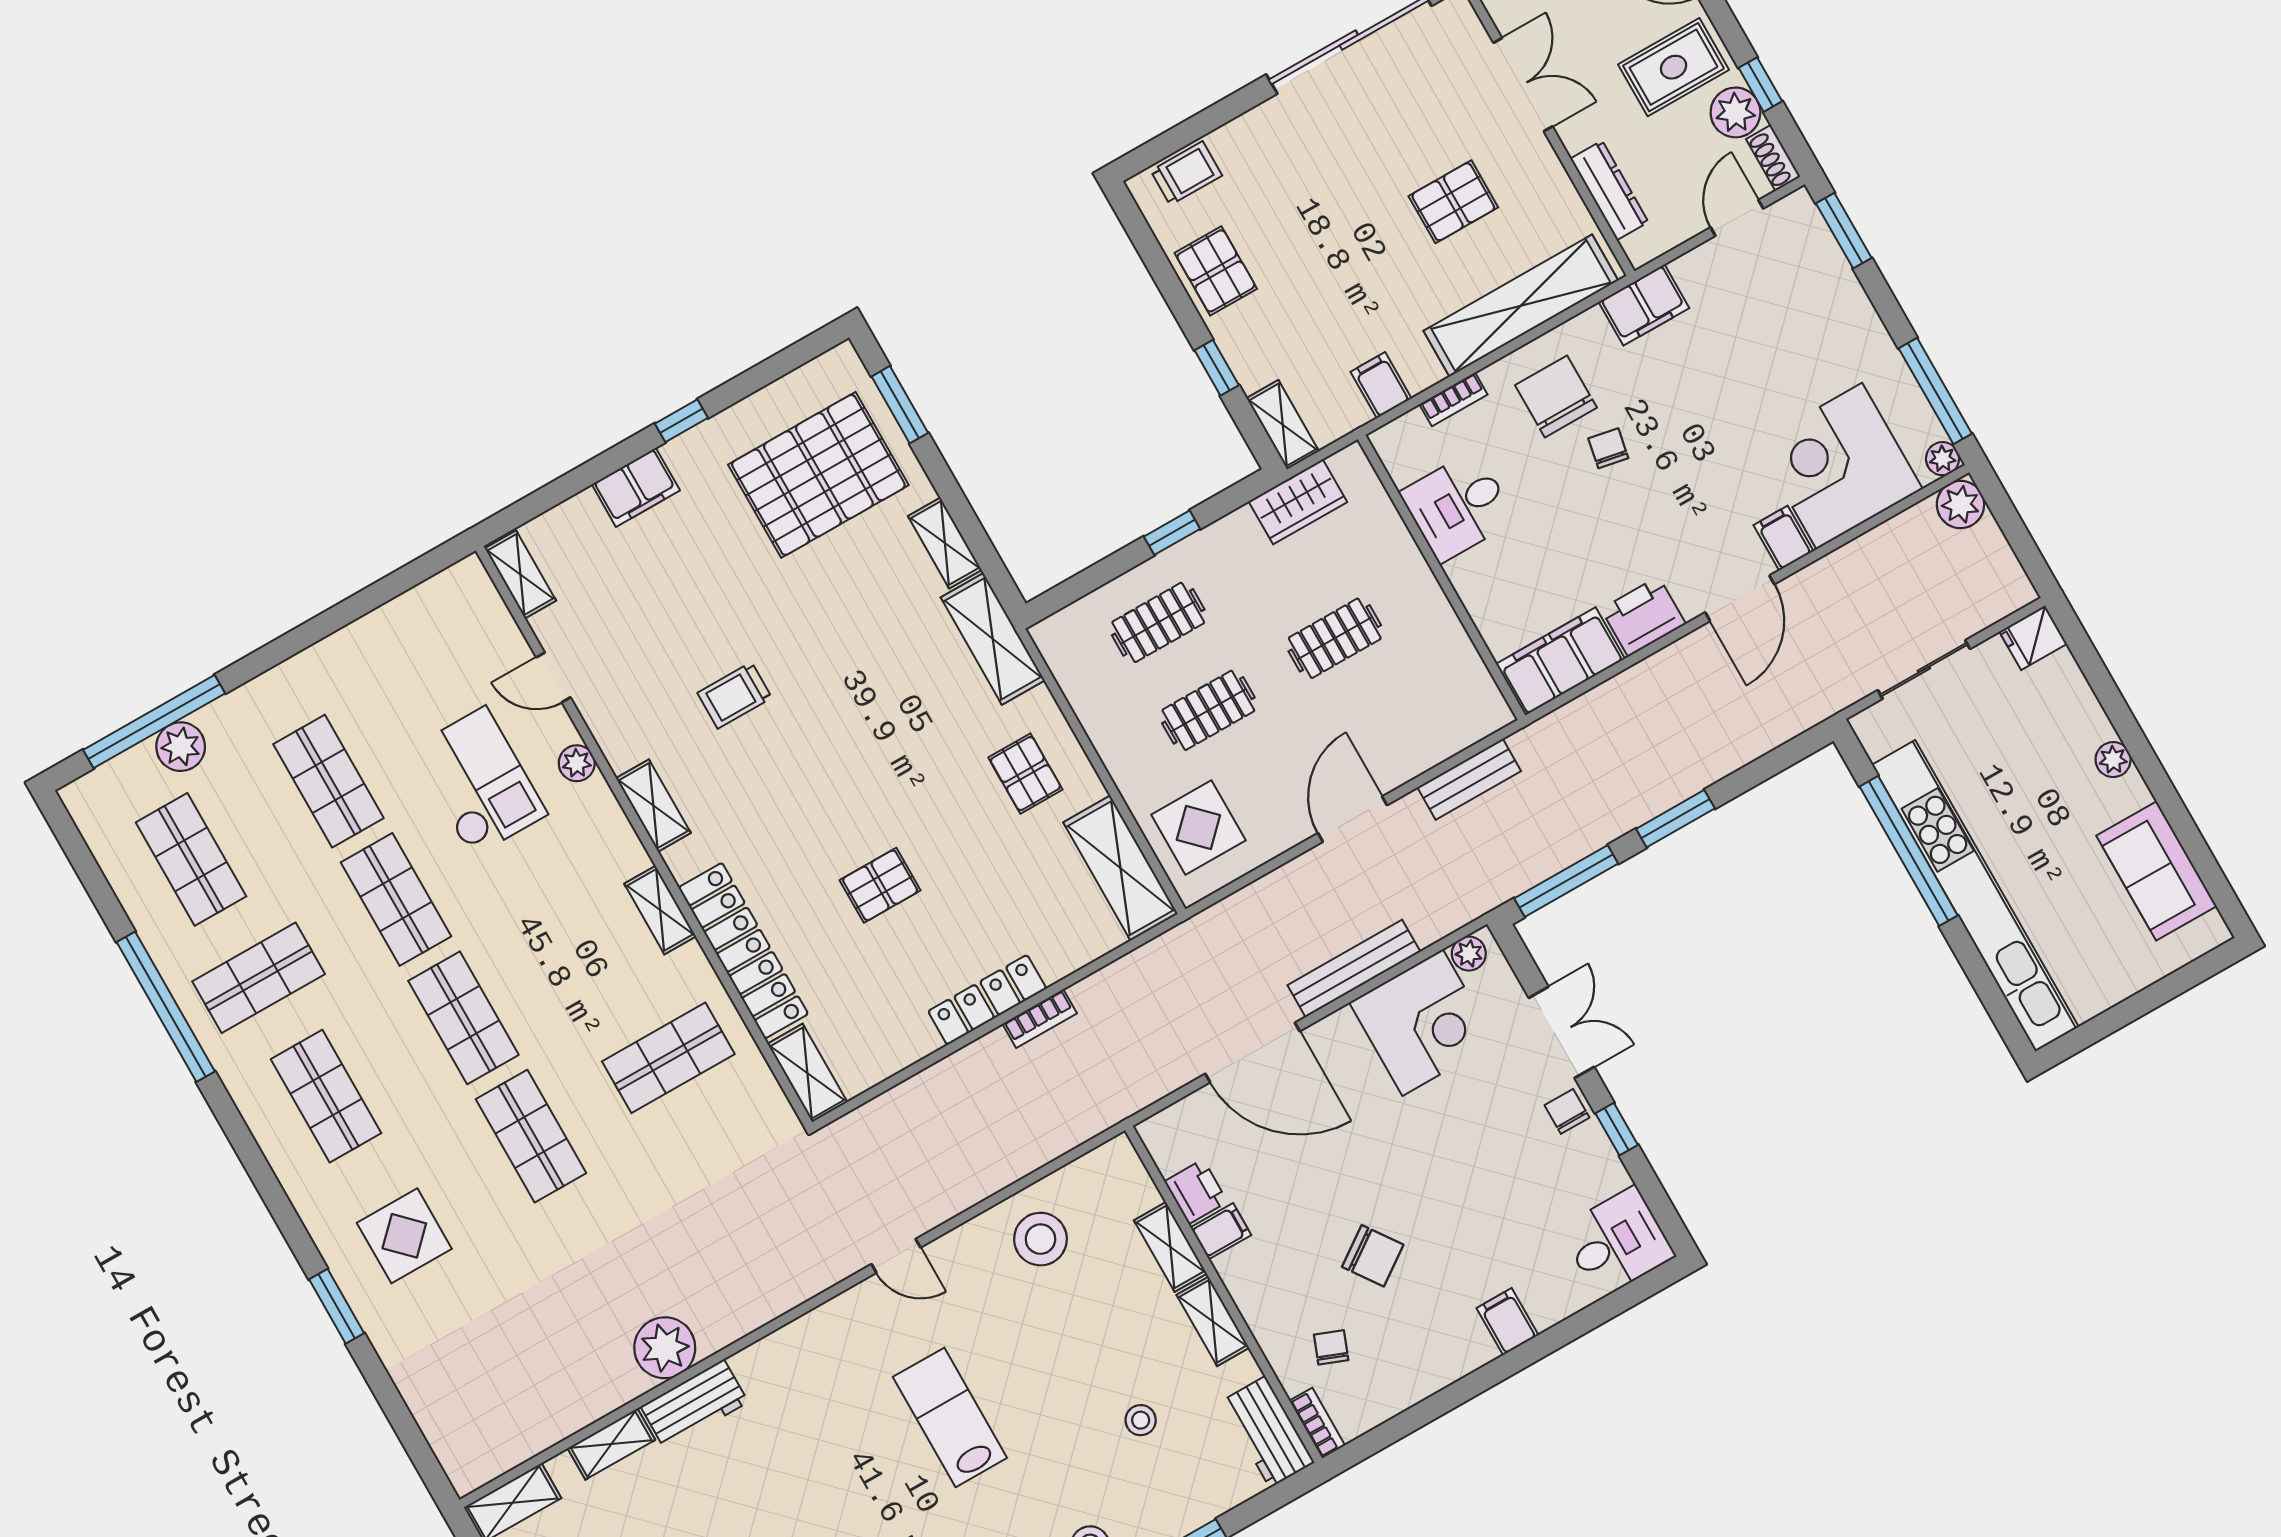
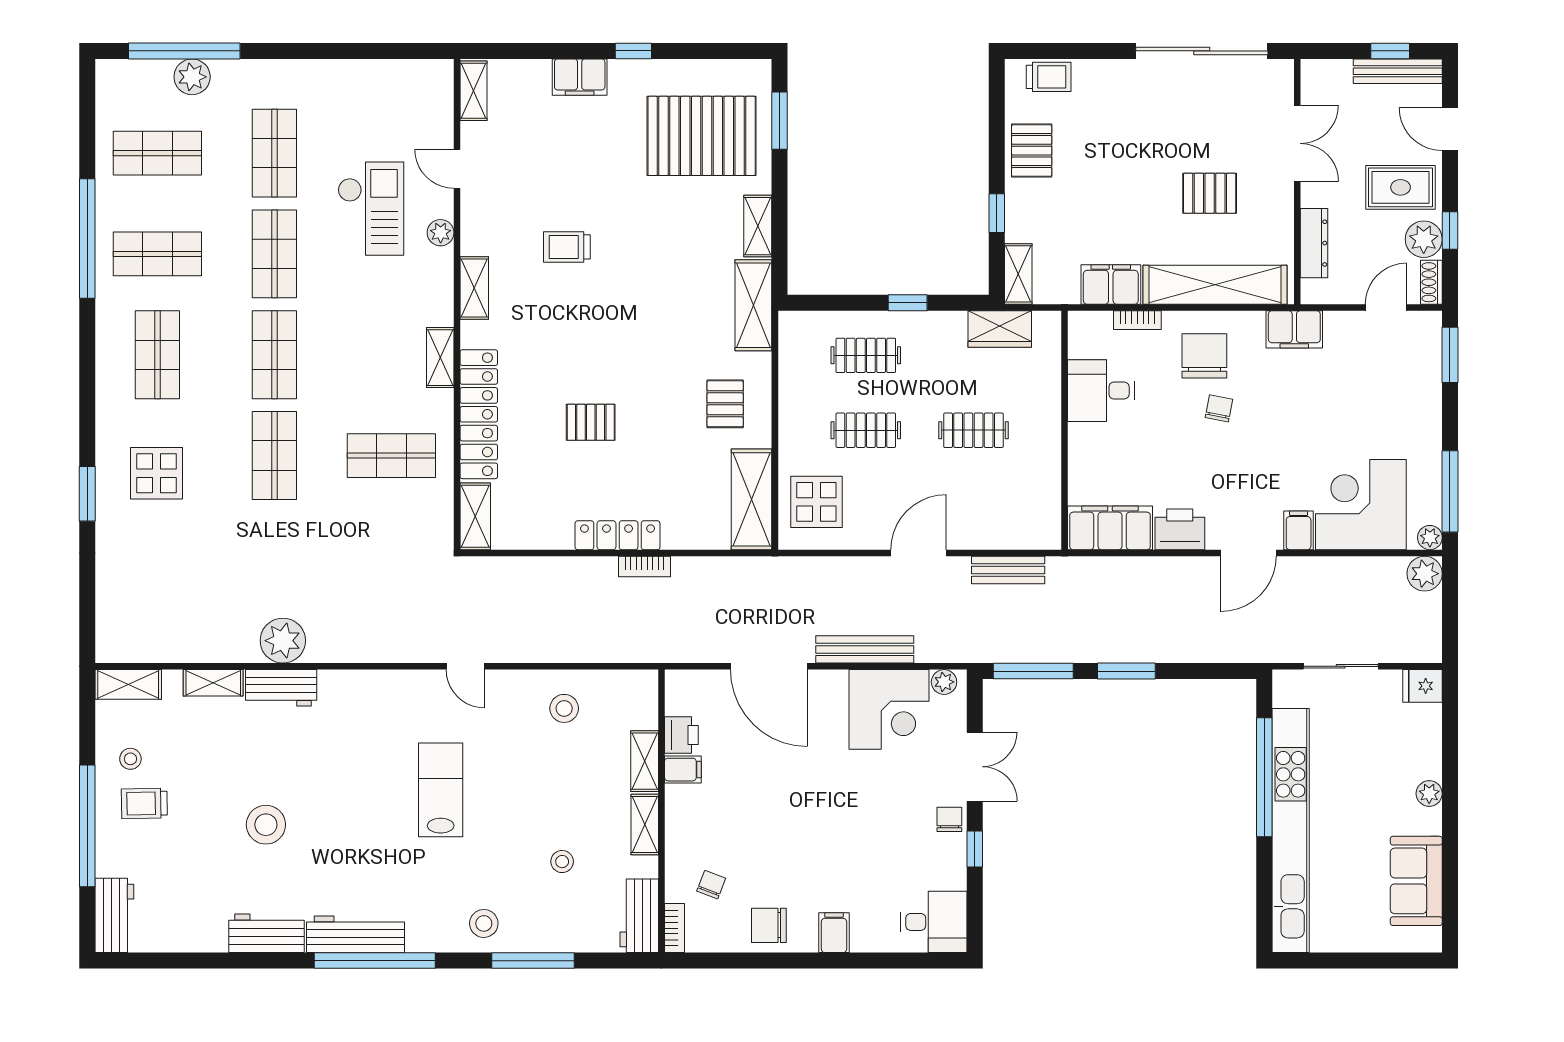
filing cabinet: (1381, 385) -> (1111, 285), width x2.00
shop shelf: (191, 859) -> (157, 153), turned 90
stool: (1040, 1239) -> (564, 708), width x0.73, depth x0.73
chair: (1373, 1256) -> (769, 925), moved, turned 125

